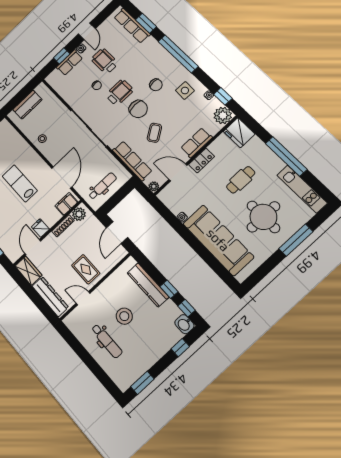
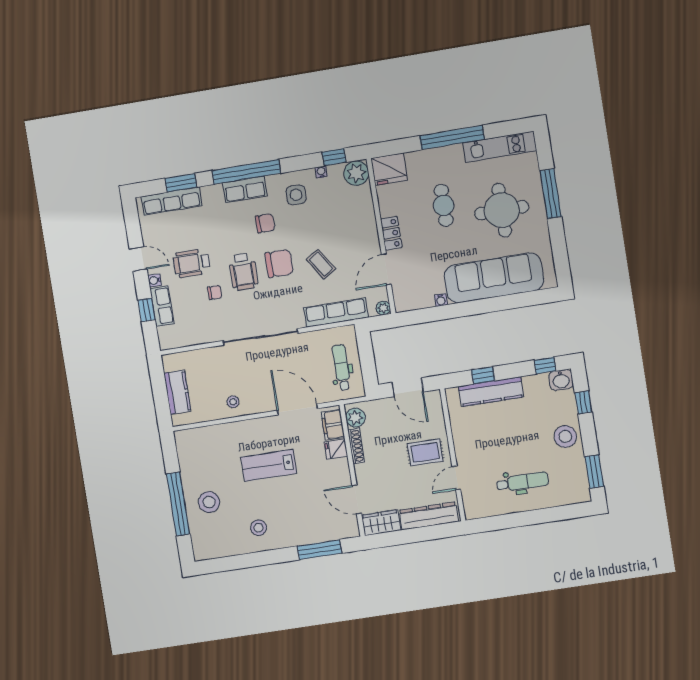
wheelchair: (119, 93) -> (243, 272), turned 180
row of seats: (196, 143) -> (245, 189), moved, turned -90
fridge: (40, 228) -> (336, 449), moved
window: (169, 289) -> (483, 375), moved
stool: (124, 316) -> (565, 437), moved

